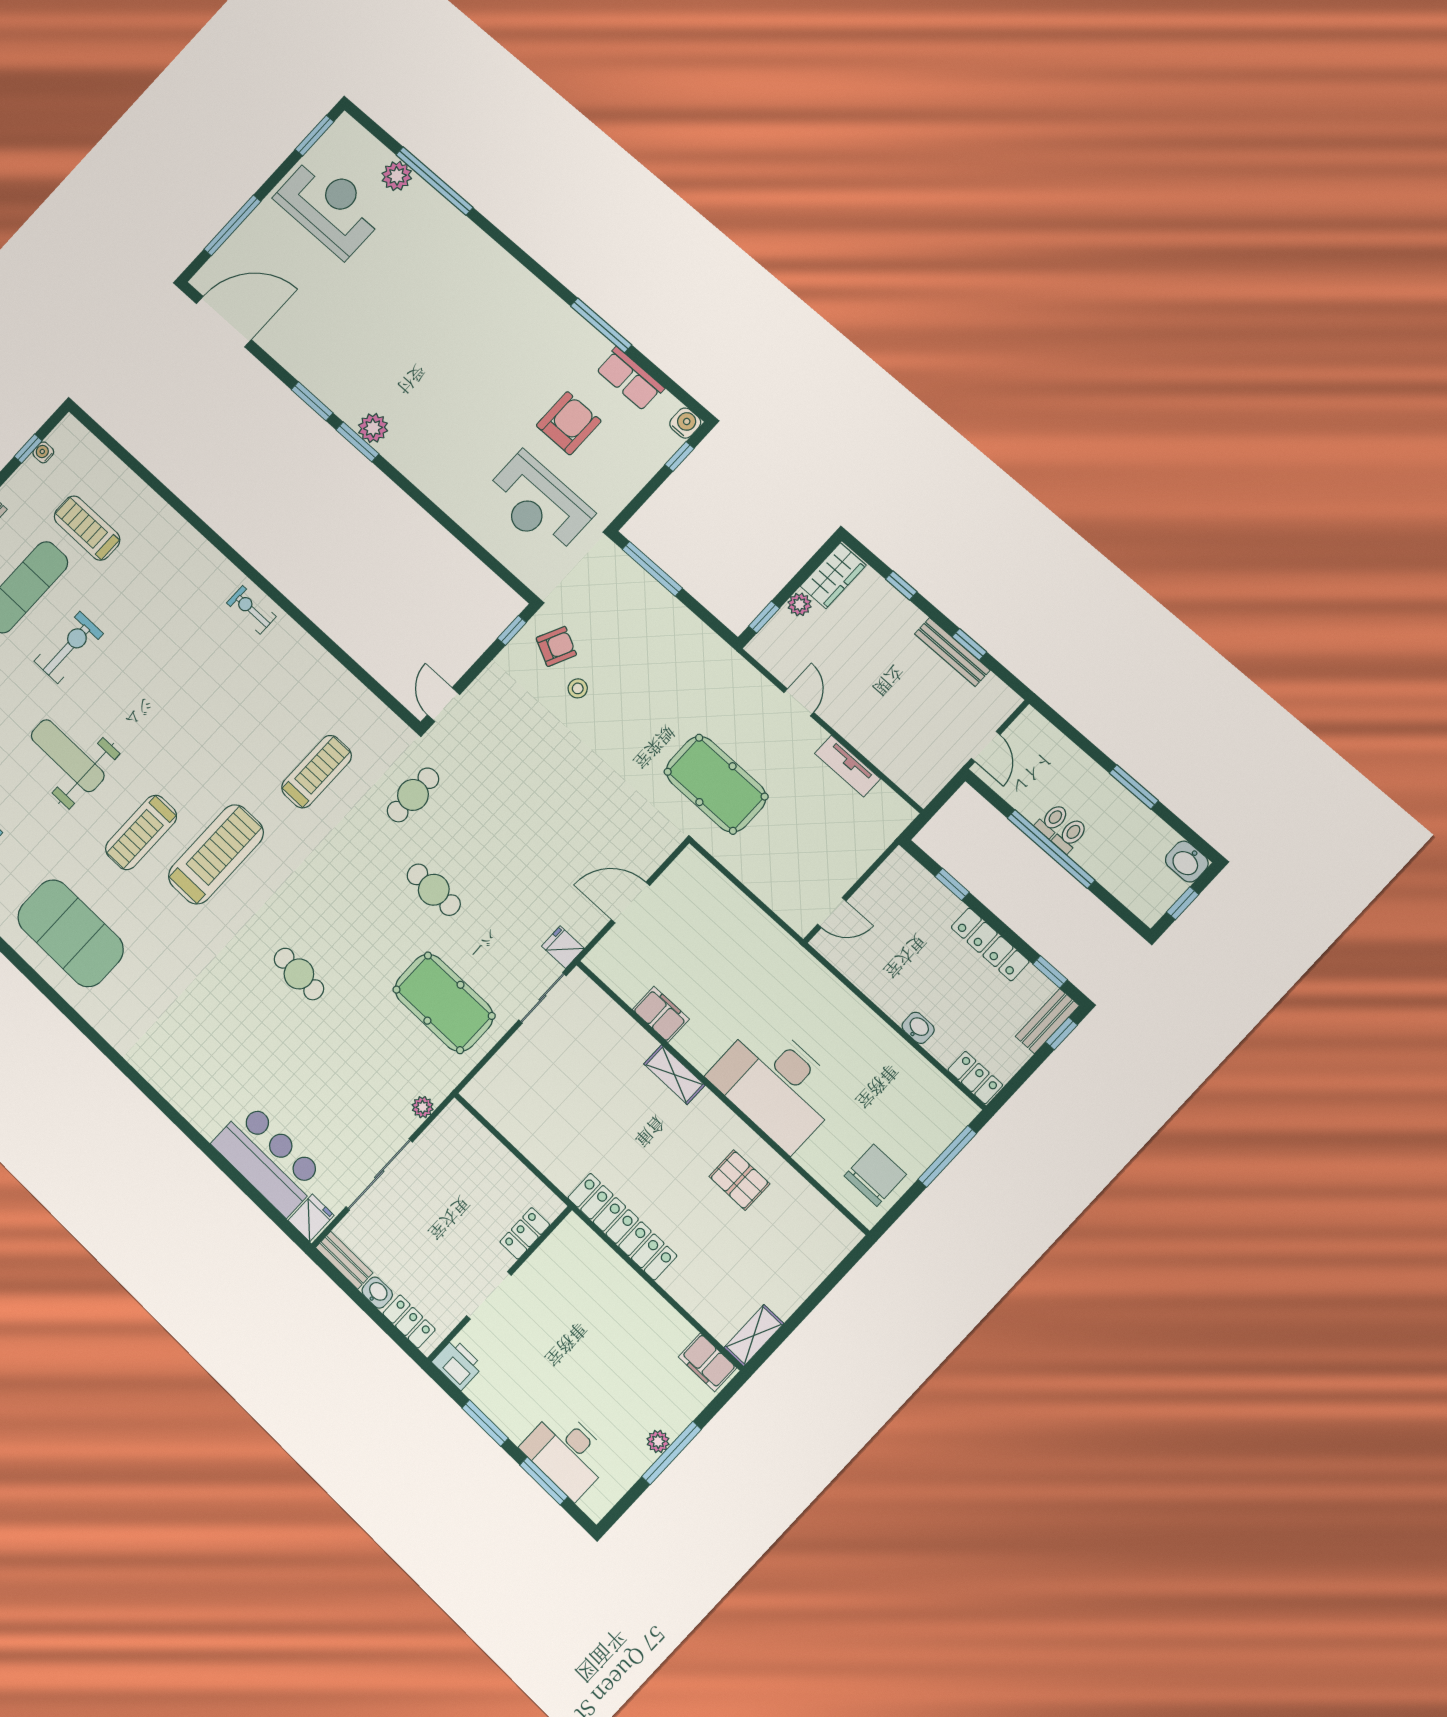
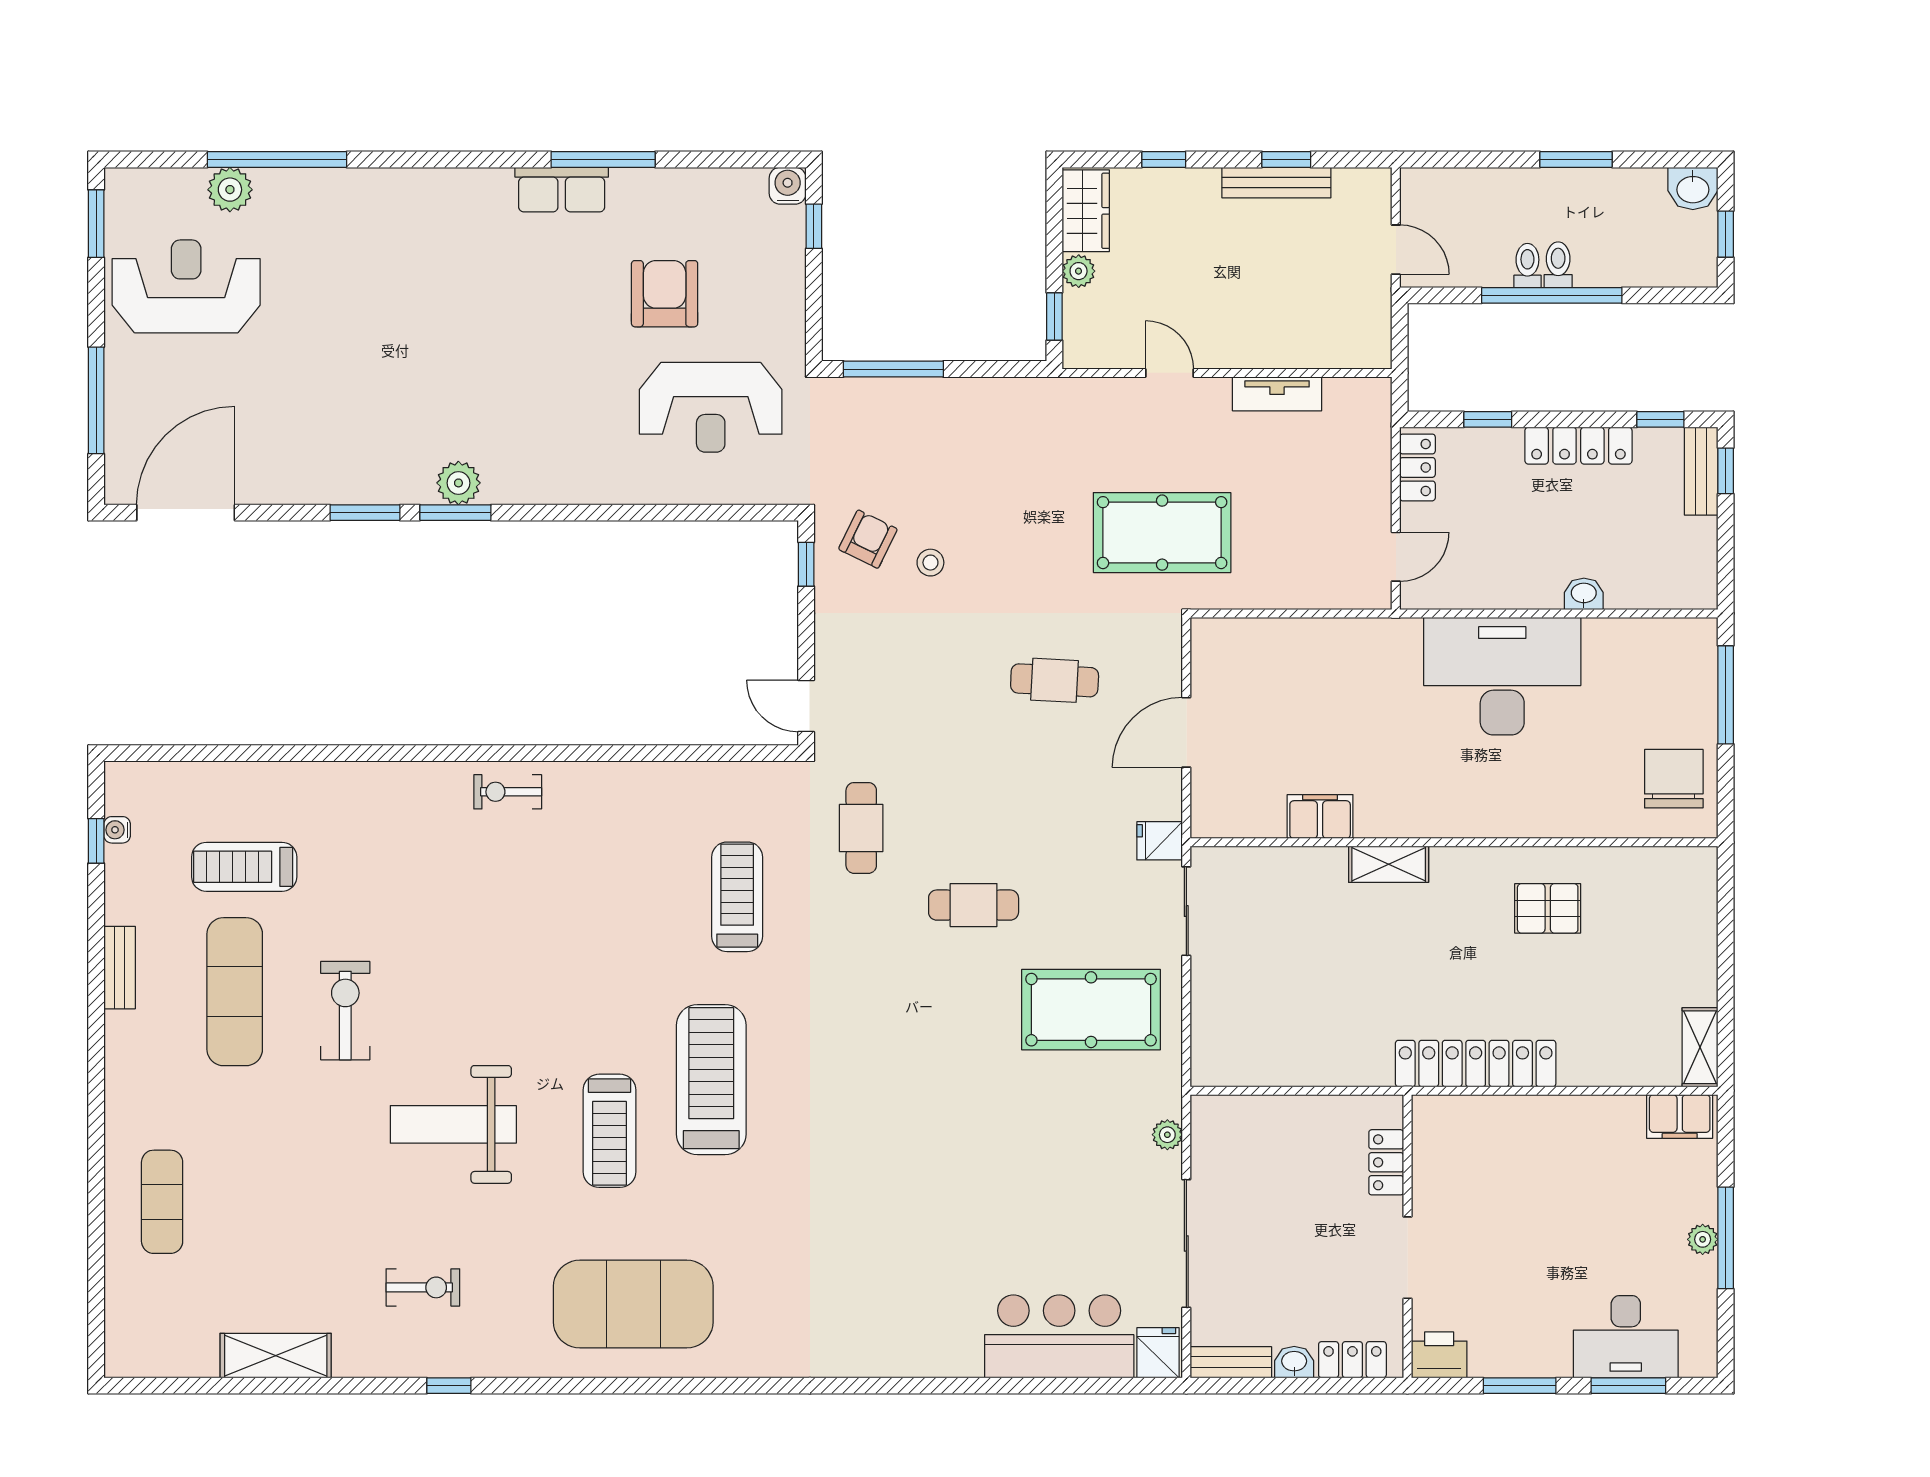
row of seats: (630, 379) -> (562, 190), moved
cafe table: (299, 974) -> (1055, 680), moved
locker: (975, 1078) -> (1417, 467), moved, turned 90
desk: (776, 1085) -> (1502, 676), moved, turned 180

